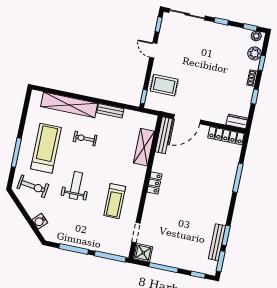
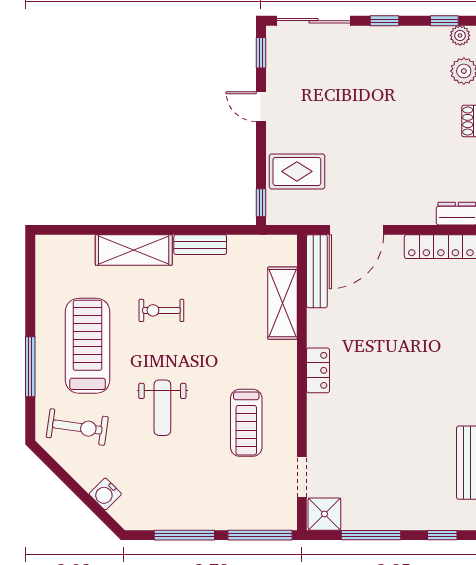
shelving: (69, 105) -> (134, 250), width x0.68
weight bench: (76, 185) -> (162, 408), turned 180

